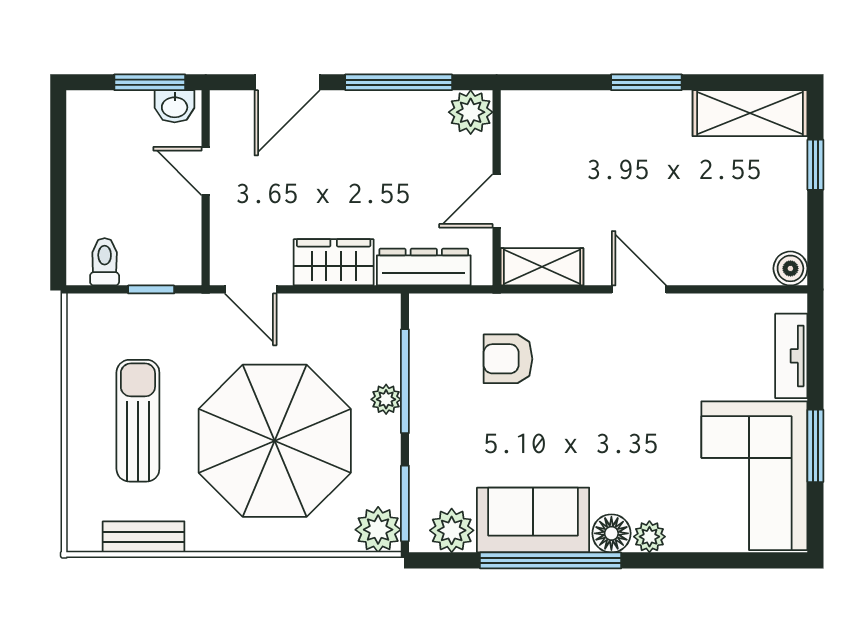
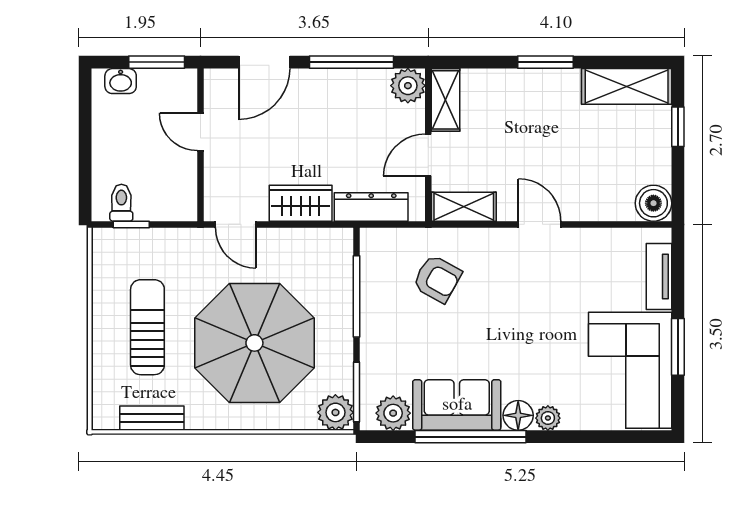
washbasin: (175, 106) -> (121, 81), moved
shelving: (519, 130) -> (446, 100), added
boiler: (790, 268) -> (653, 203), width x1.36, depth x1.36
window: (151, 289) -> (131, 224), moved
armchair: (508, 359) -> (437, 279), turned -151
plant: (386, 399) -> (342, 310), removed

